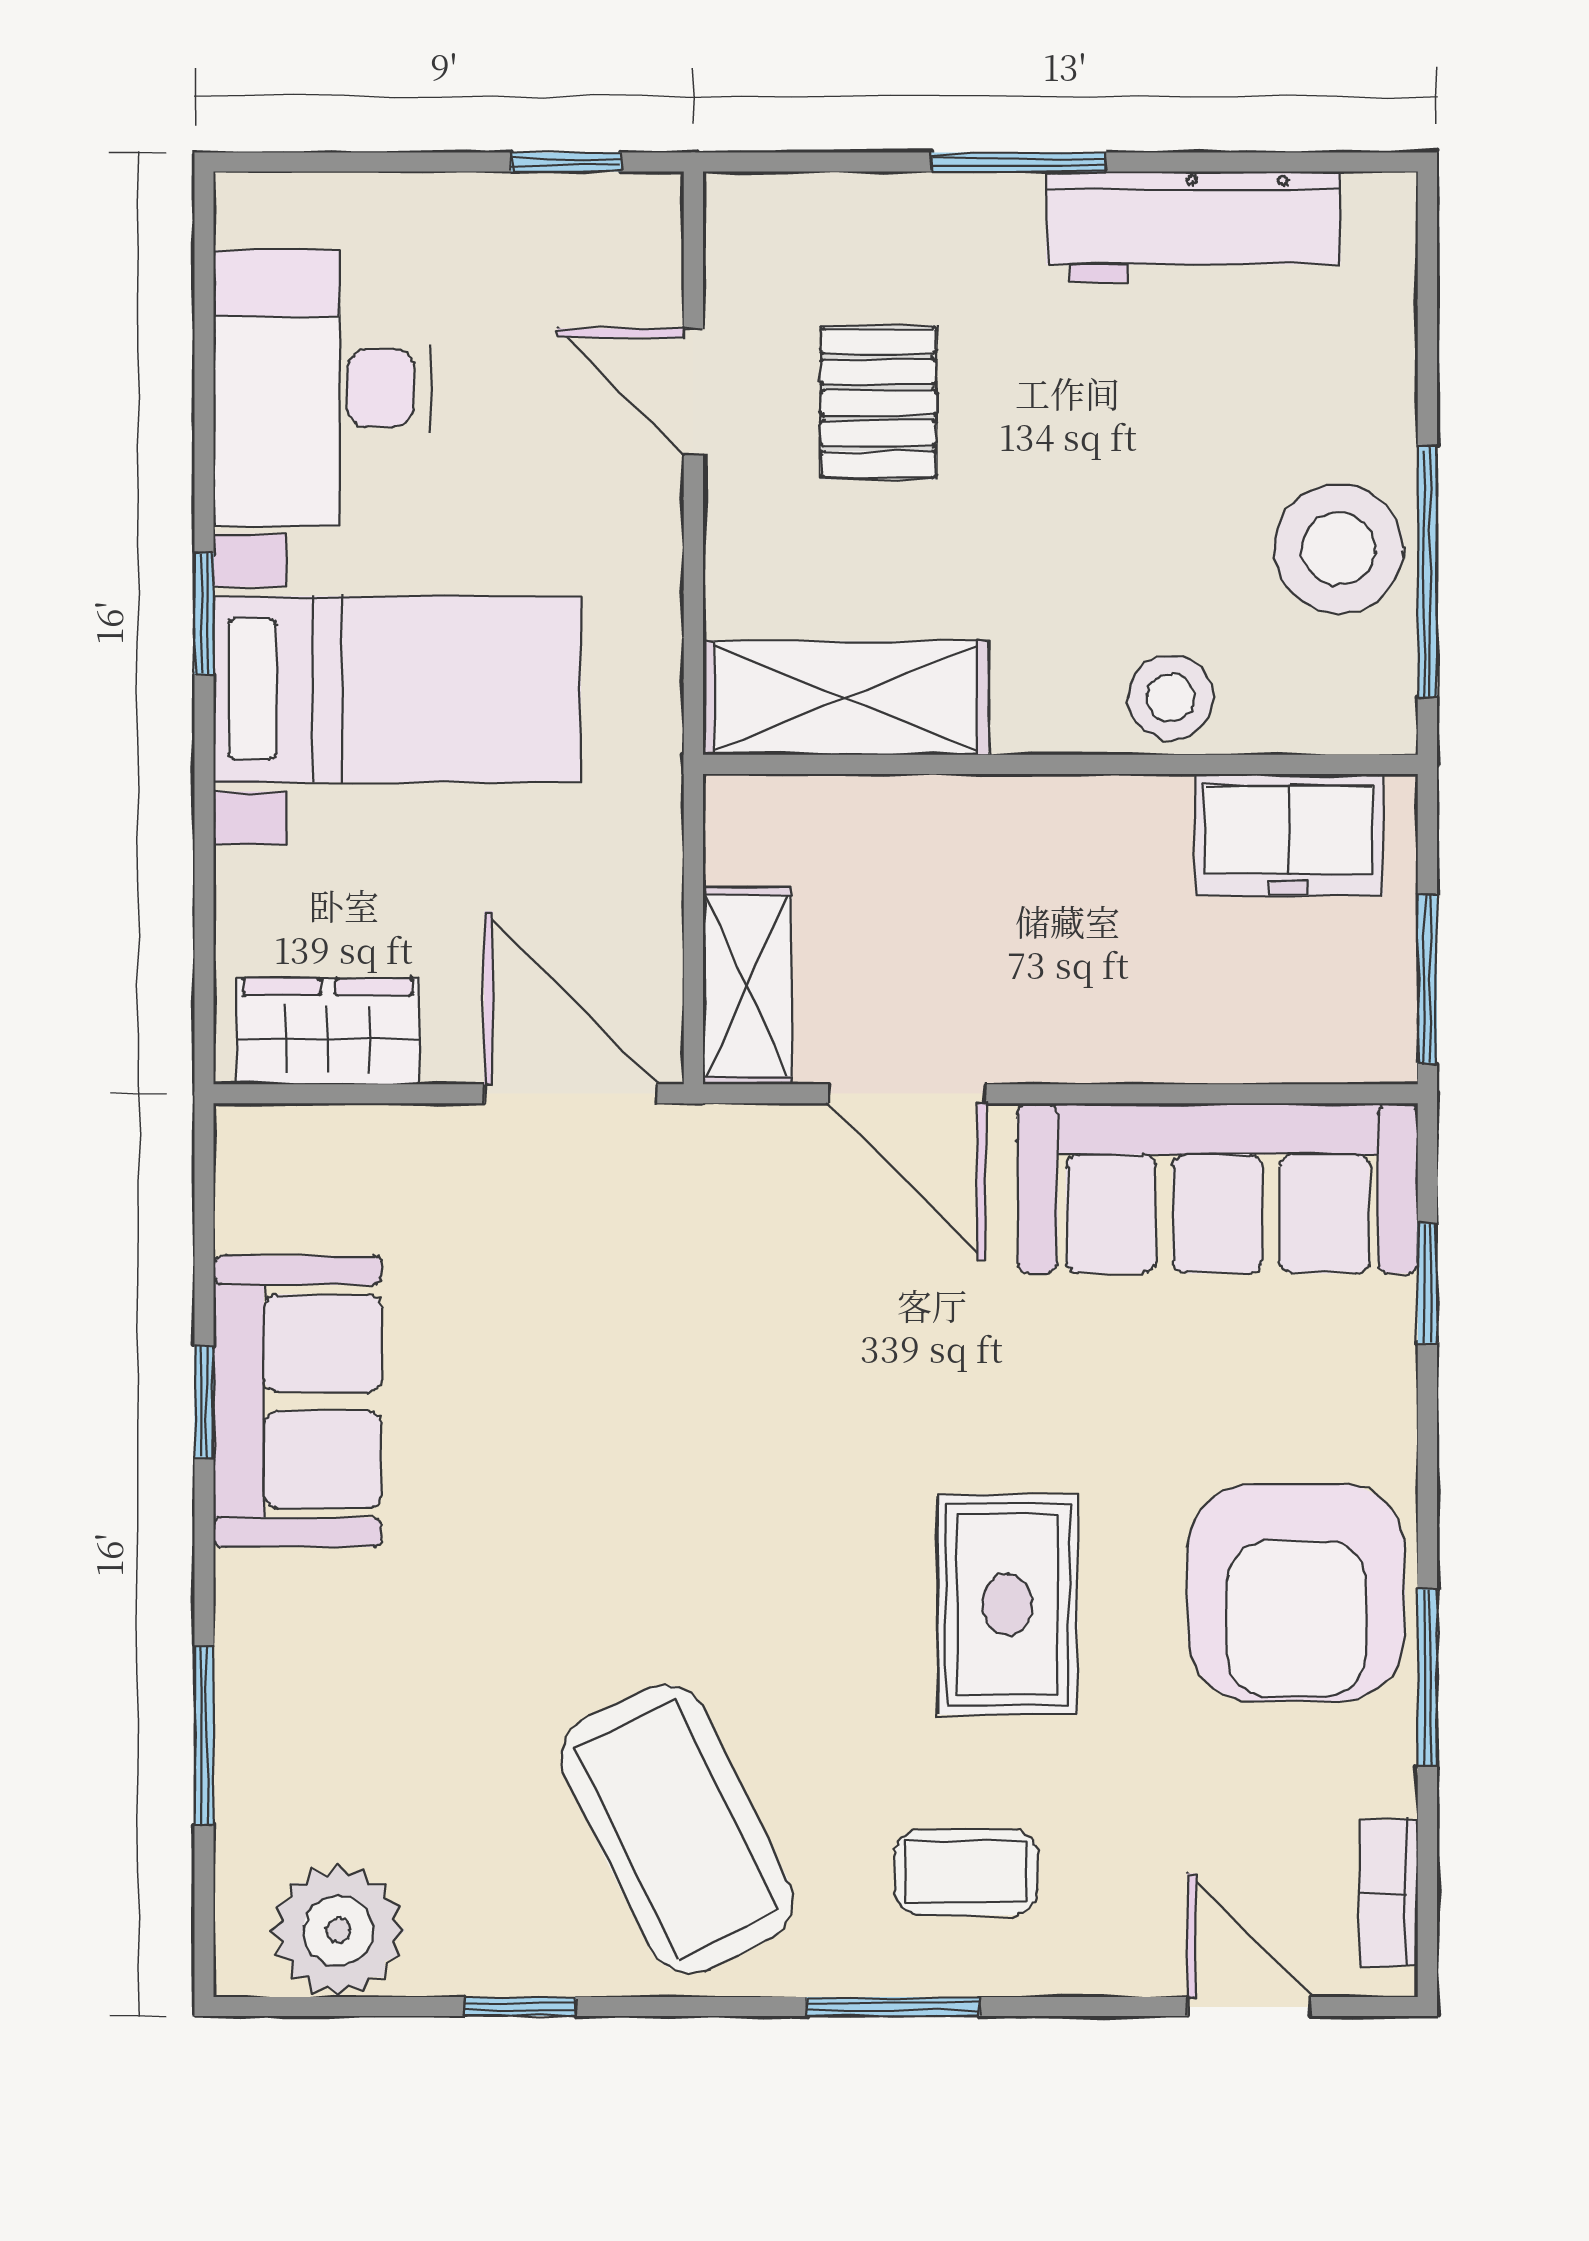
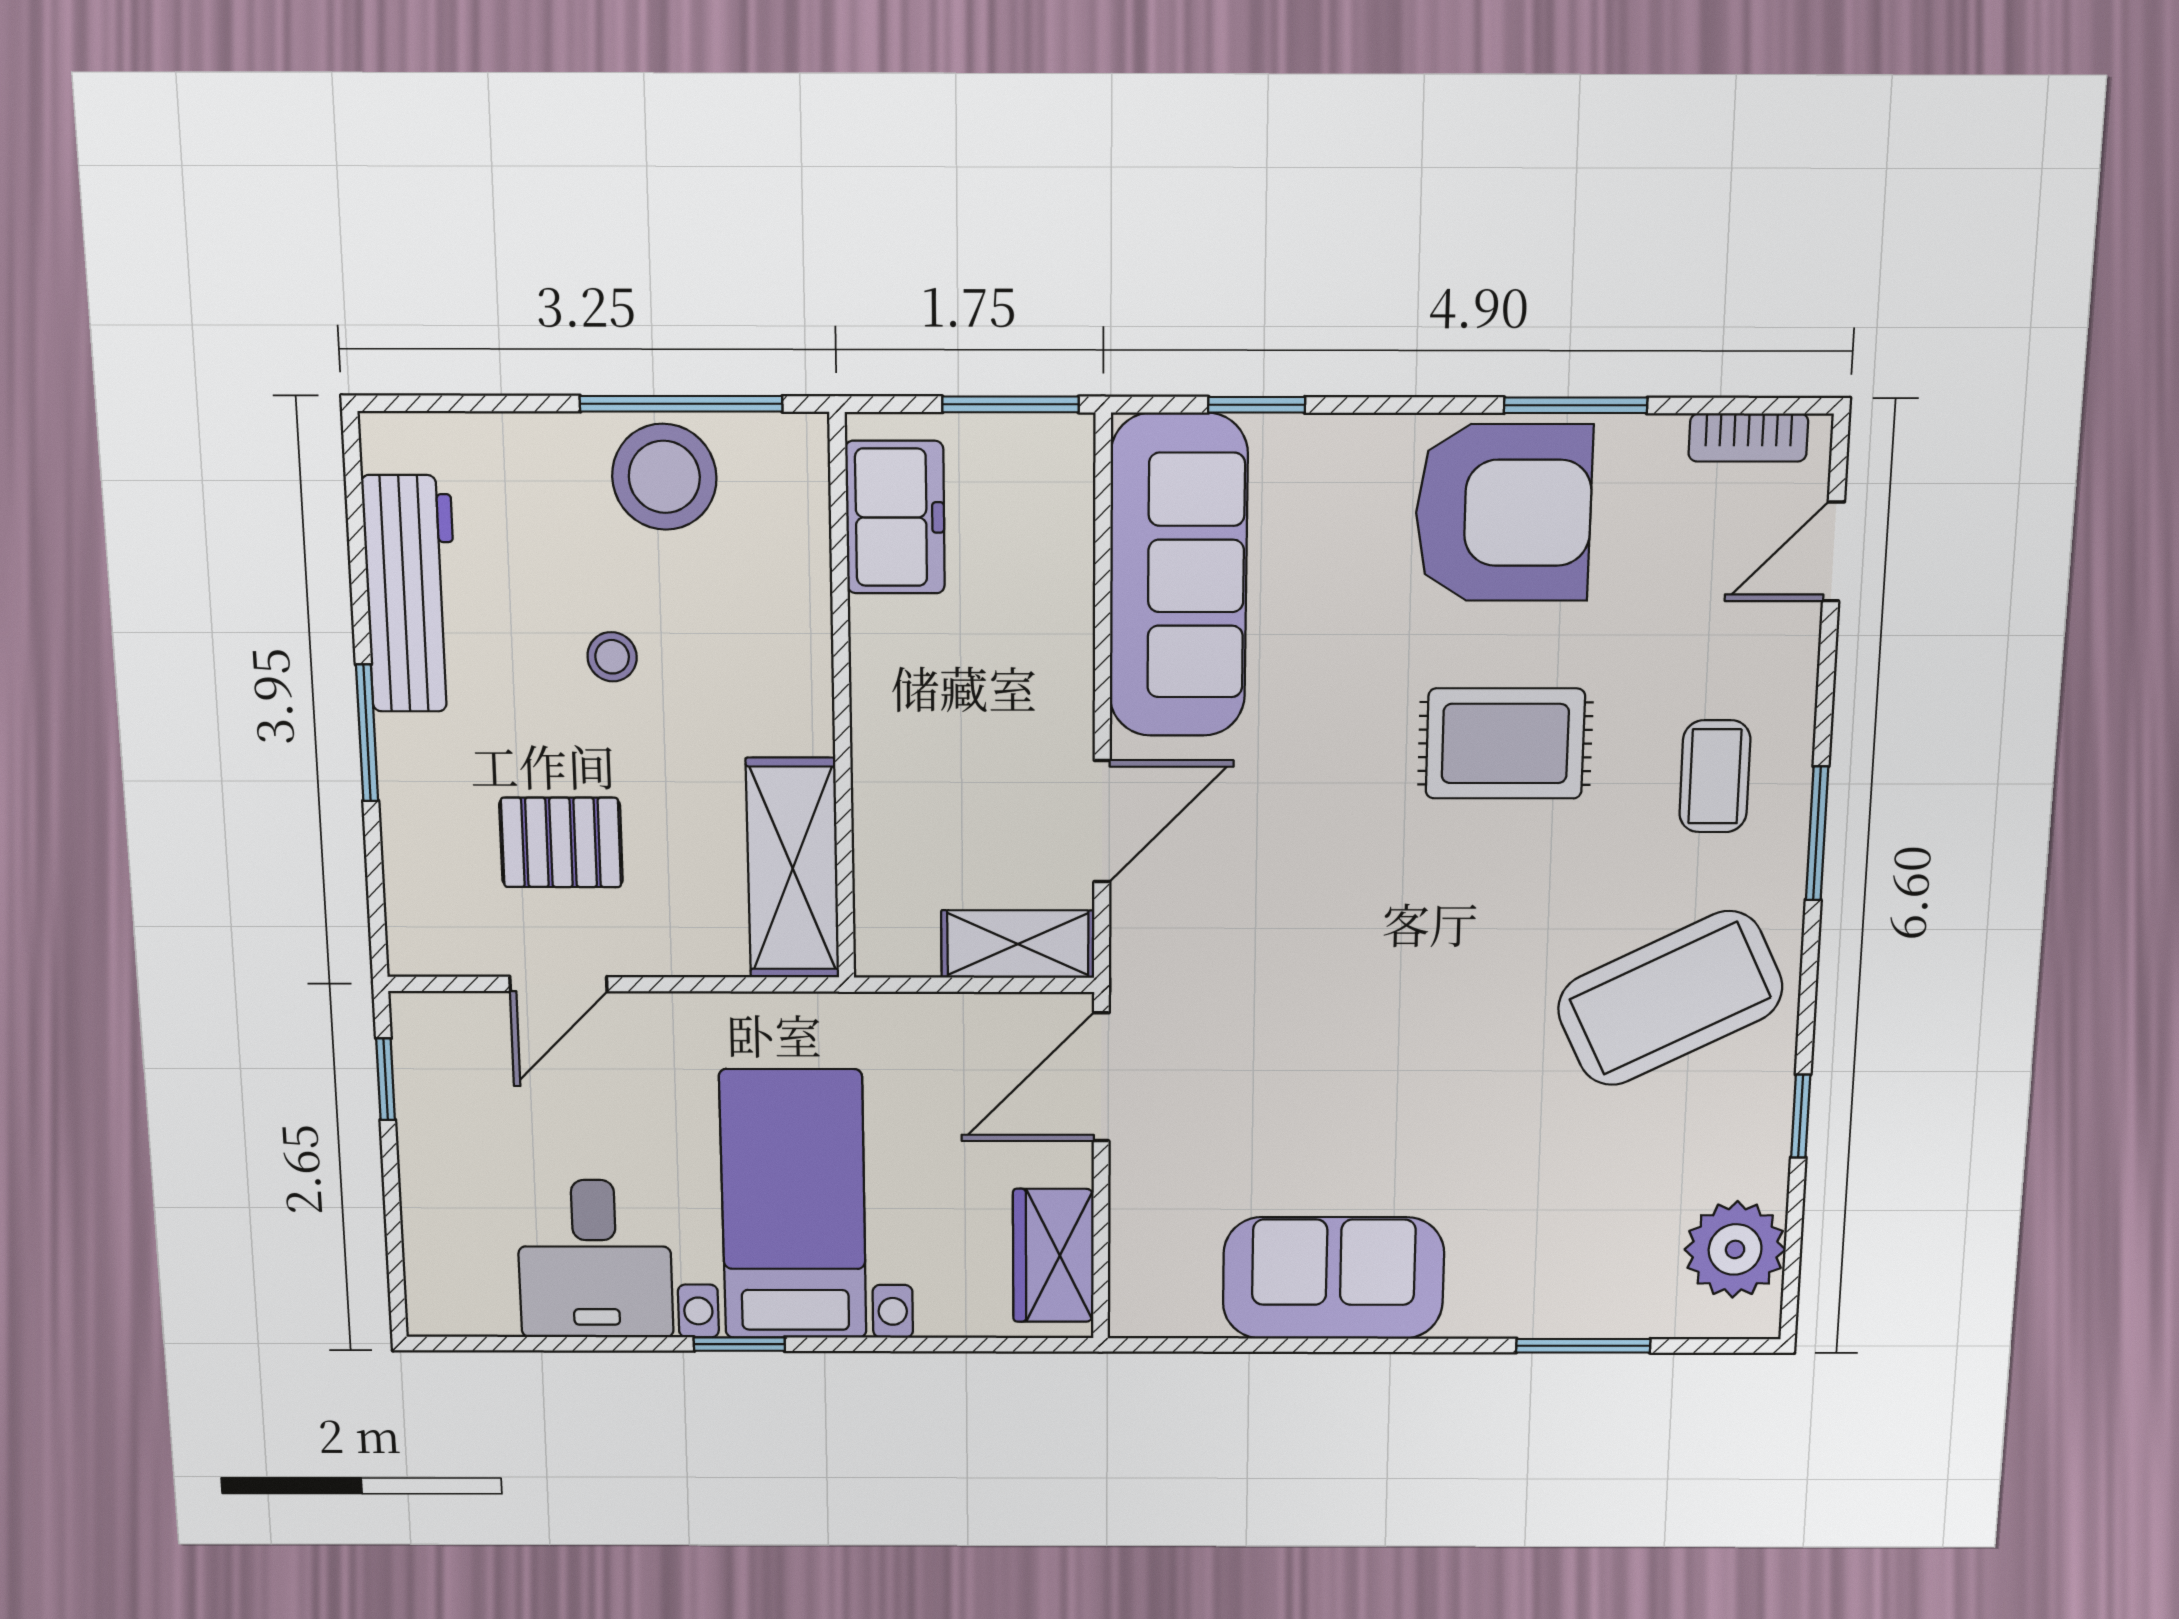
desk: (322, 388) -> (595, 1259), width x0.73
stool: (1171, 698) -> (612, 657), moved, width x0.73, depth x0.73
window: (204, 1402) -> (1333, 1345), removed

